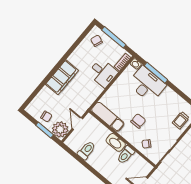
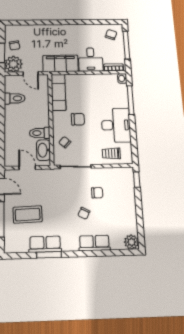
filing cabinet: (62, 77) -> (60, 63), moved, turned 180
desk: (147, 84) -> (116, 125), moved
door: (77, 124) -> (31, 73), swing flipped
washbasin: (116, 142) -> (43, 150), moved

